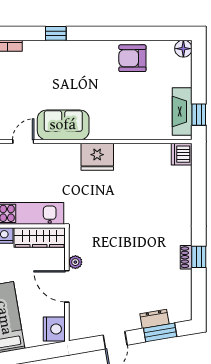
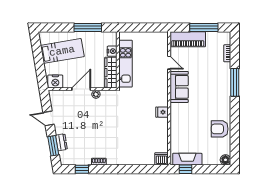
window: (56, 33) -> (235, 82), width x2.17
armchair: (132, 58) -> (220, 129), turned -90
fridge: (97, 157) -> (162, 112), width x0.53, depth x0.75
window: (199, 257) -> (82, 169), moved

